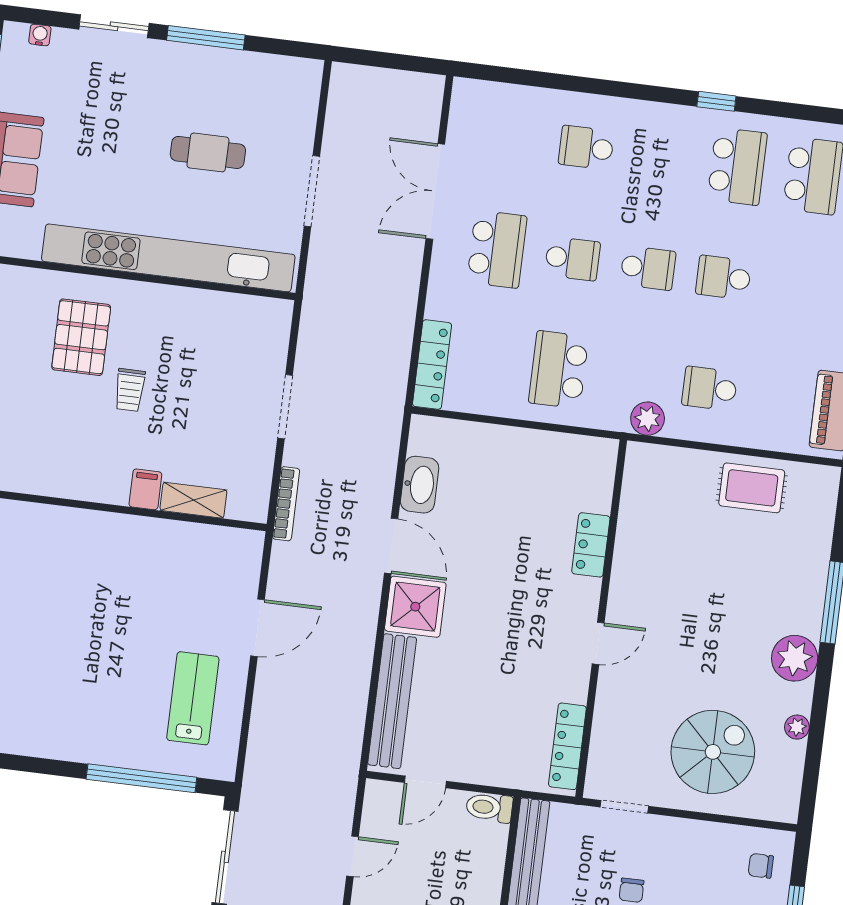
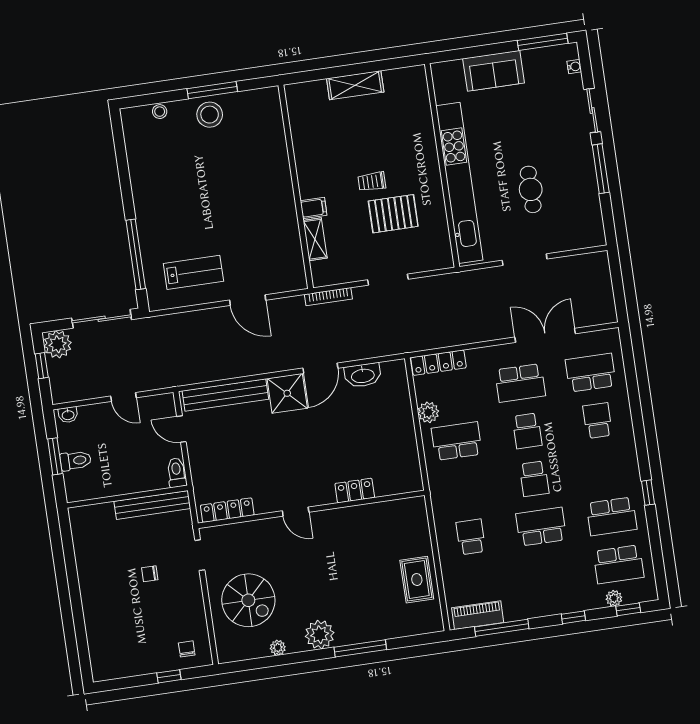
school desk: (511, 138) -> (591, 373), added
school desk: (723, 277) -> (541, 527), width x1.85
pallet: (81, 337) -> (393, 214), moved
plant: (648, 419) -> (428, 412), moved

